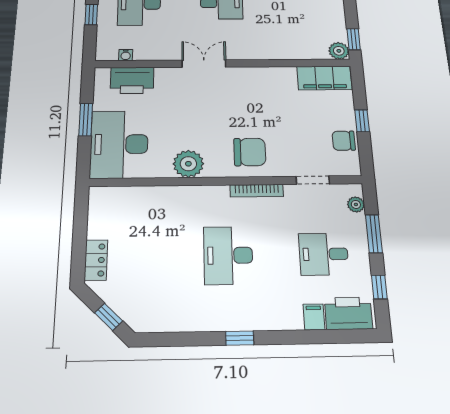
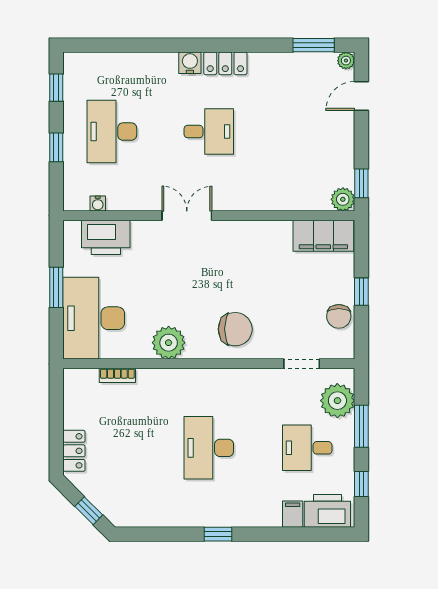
chair: (344, 141) -> (339, 316), turned -90
bookcase: (257, 191) -> (117, 375), moved, width x0.64
plant: (356, 204) -> (337, 401), width x1.88, depth x1.88

